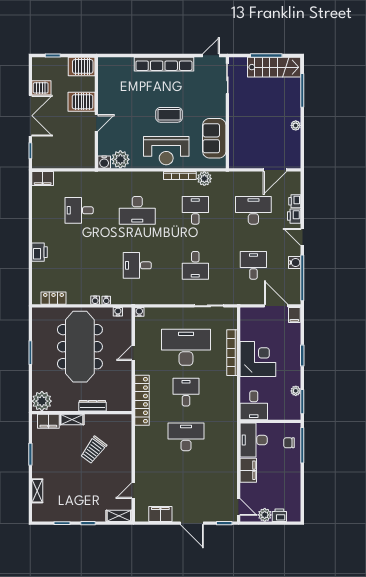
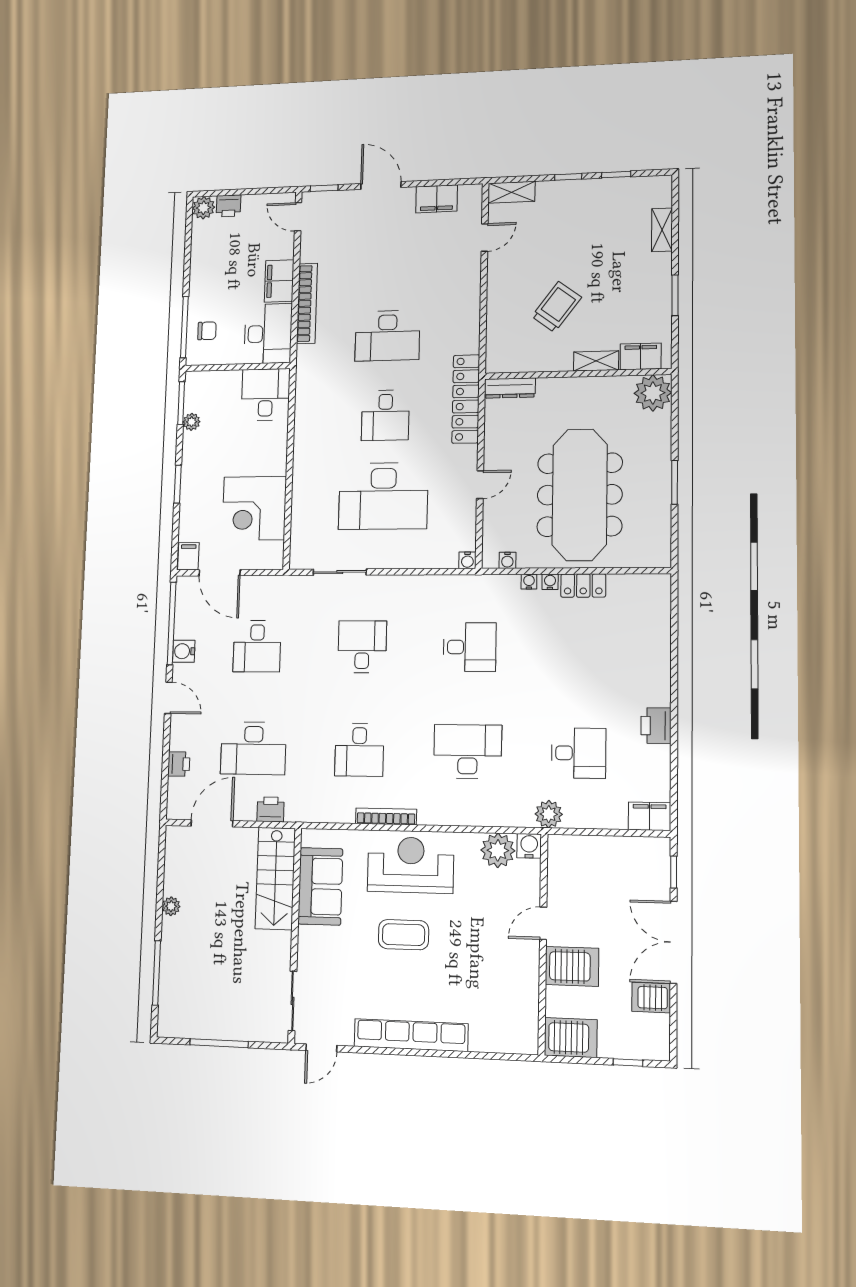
stairs: (274, 67) -> (275, 878), moved, turned -90
plant: (204, 179) -> (549, 814), moved
printer: (294, 216) -> (271, 809), moved, turned -90
printer: (39, 252) -> (656, 726), moved
locker: (53, 298) -> (583, 586), moved
bookcase: (232, 353) -> (307, 303), moved
corner desk: (258, 359) -> (254, 508), moved
dresser: (92, 406) -> (510, 388), moved
plant: (265, 515) -> (204, 208), moved

